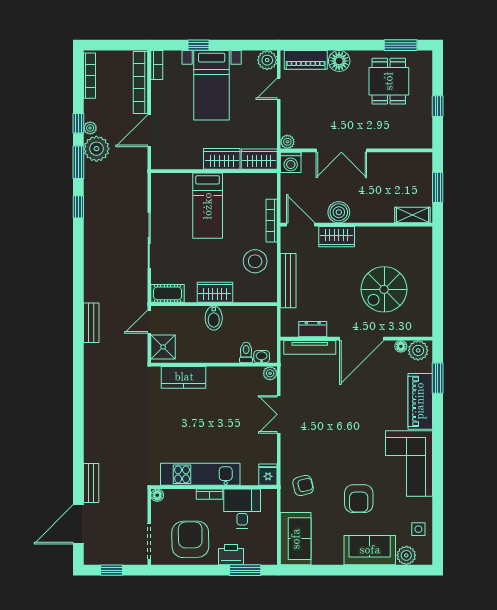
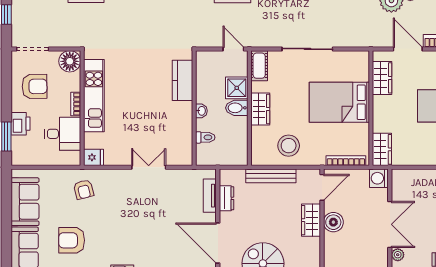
plant: (287, 142) -> (398, 255), moved
double door: (341, 150) -> (390, 224), swing flipped
wardrobe: (222, 159) -> (382, 78), moved
bed: (208, 206) -> (339, 102), width x1.50
bookcase: (272, 221) -> (346, 161), moved
shower: (163, 347) -> (237, 88), moved
tv unit: (310, 347) -> (210, 196), width x0.71
washbasin: (262, 357) -> (201, 111), moved
plant: (270, 373) -> (186, 159), removed
floor lamp: (157, 495) -> (70, 61), width x1.89, depth x1.89
armchair: (190, 539) -> (35, 86), width x0.73, depth x0.73
sofa: (296, 539) -> (25, 202), moved, turned -90

